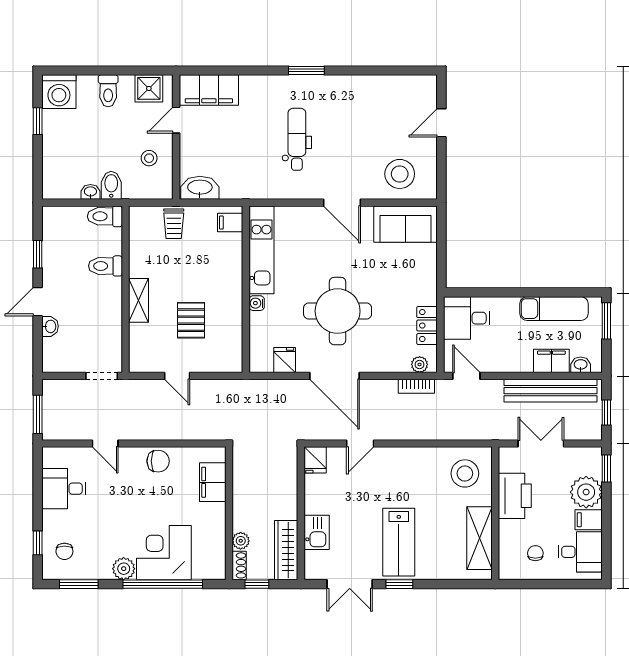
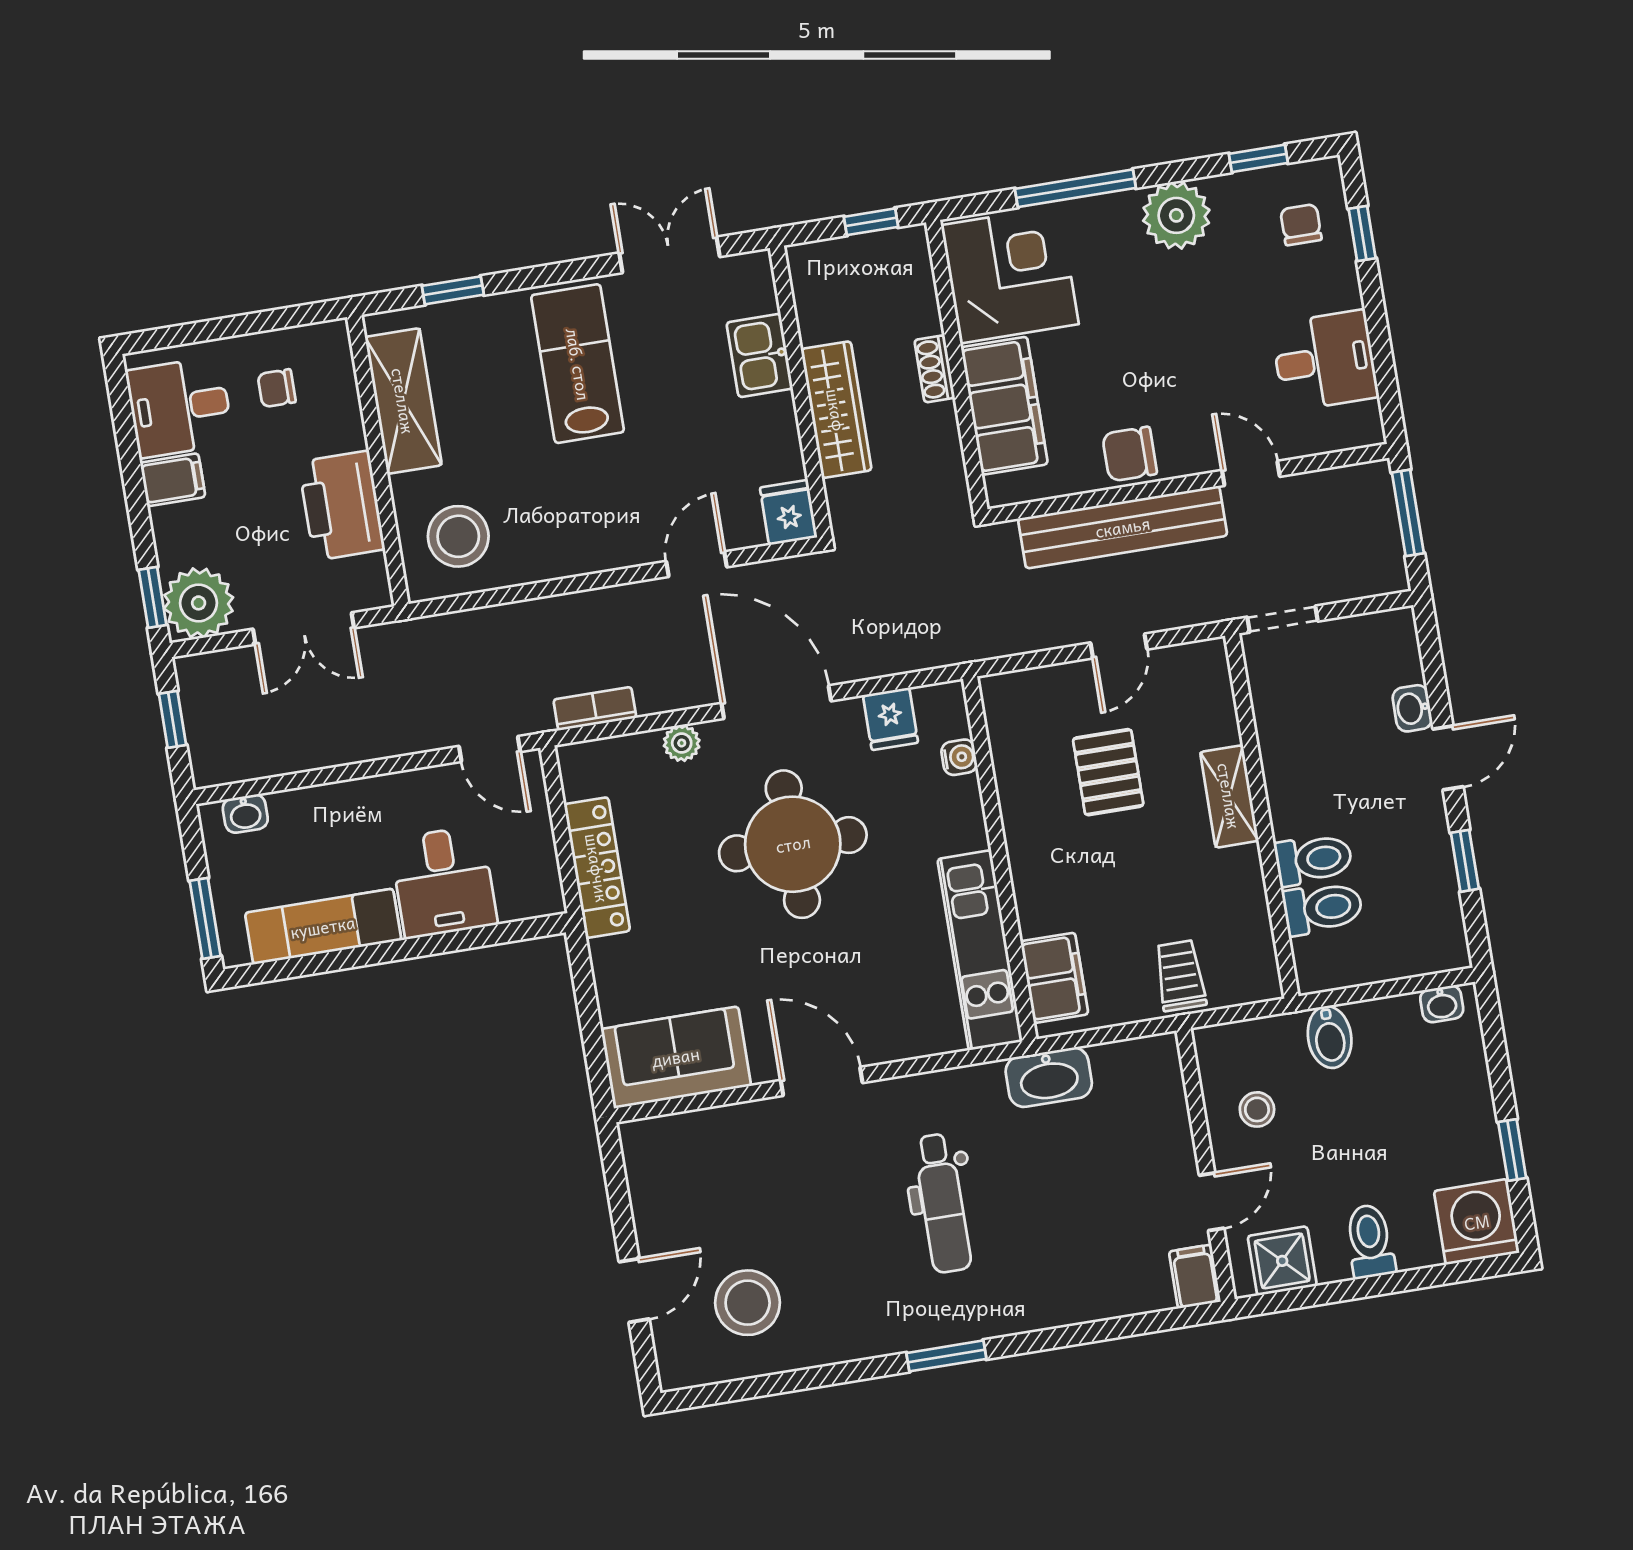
filing cabinet: (209, 90) -> (1195, 1277), width x0.33, depth x0.86
stool: (400, 174) -> (748, 1303), moved
washbasin: (200, 188) -> (1049, 1077), moved
washbasin: (90, 192) -> (1442, 1004), moved
toilet: (105, 216) -> (1323, 908), moved
filing cabinet: (230, 223) -> (1054, 978), width x2.00
water cooler: (257, 303) -> (959, 757), moved
desk: (467, 318) -> (443, 882), moved, turned 90
locker: (427, 326) -> (597, 868), width x1.53
filing cabinet: (551, 361) -> (310, 812), removed
plant: (420, 365) -> (682, 743), moved
door: (177, 376) -> (1119, 646), swing flipped
bench: (550, 391) -> (1123, 527), moved
filing cabinet: (213, 482) -> (1004, 406), width x1.50, depth x1.17
plant: (586, 492) -> (199, 603), moved
plant: (241, 541) -> (921, 310), removed
wardrobe: (286, 550) -> (836, 410), moved
corner desk: (164, 553) -> (1010, 275), moved, turned -90
chair: (535, 553) -> (277, 388), turned 90
shoe rack: (239, 565) -> (935, 369), moved
plant: (124, 569) -> (1176, 215), width x1.36, depth x1.36
window: (79, 584) -> (1258, 158), width x0.67
window: (163, 584) -> (1075, 188), width x0.68
window: (399, 584) -> (453, 290), moved

